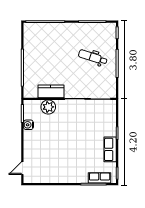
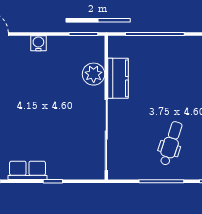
water cooler: (28, 125) -> (38, 43), moved

